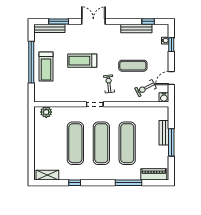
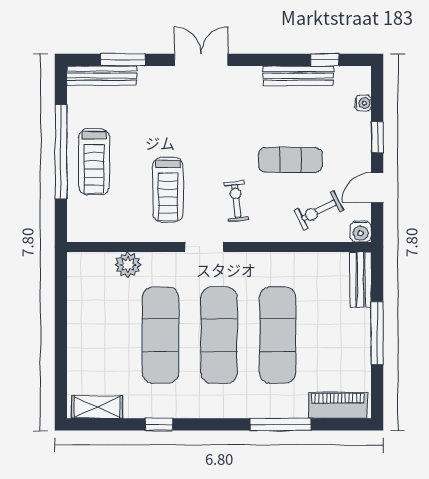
window: (171, 45) -> (377, 137), moved
treadmill: (82, 61) -> (168, 190), moved, turned -90
plant: (46, 112) -> (128, 265), moved
bench: (164, 133) -> (361, 280), moved

